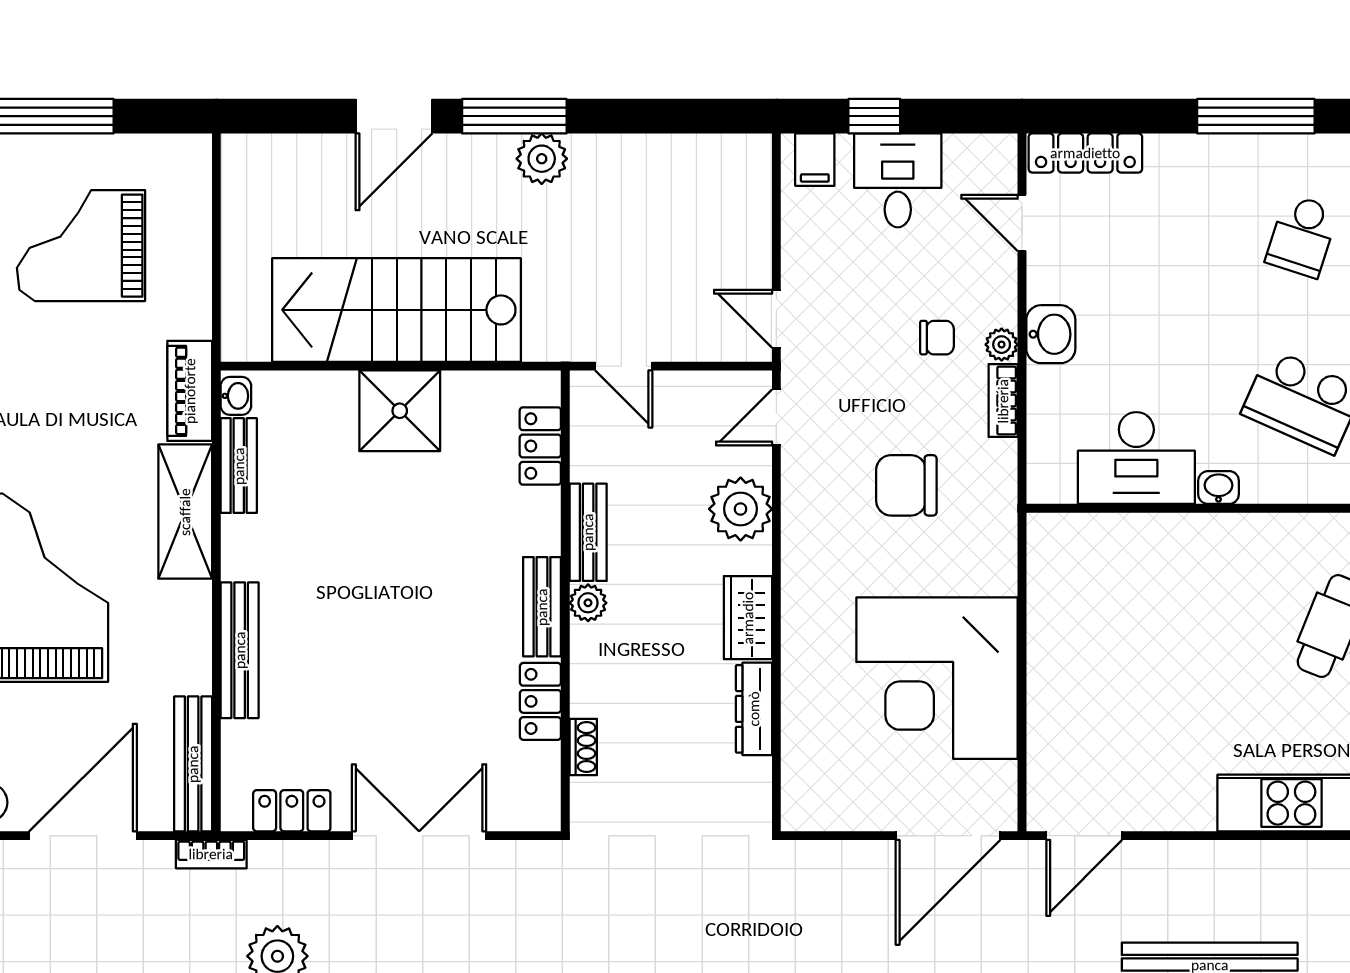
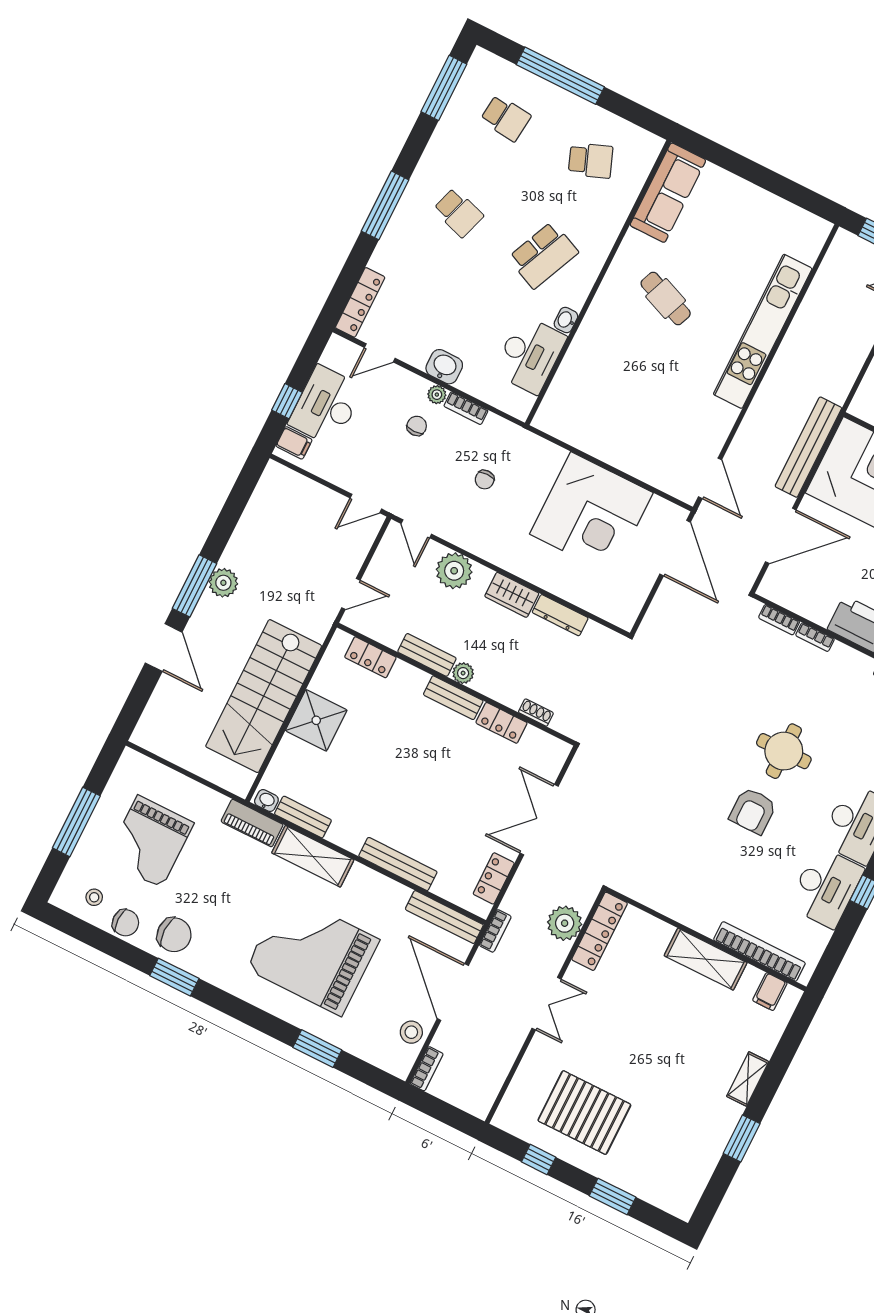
desk: (898, 180) -> (326, 406), width x1.37
chair: (906, 485) -> (485, 480), width x0.54, depth x0.54

